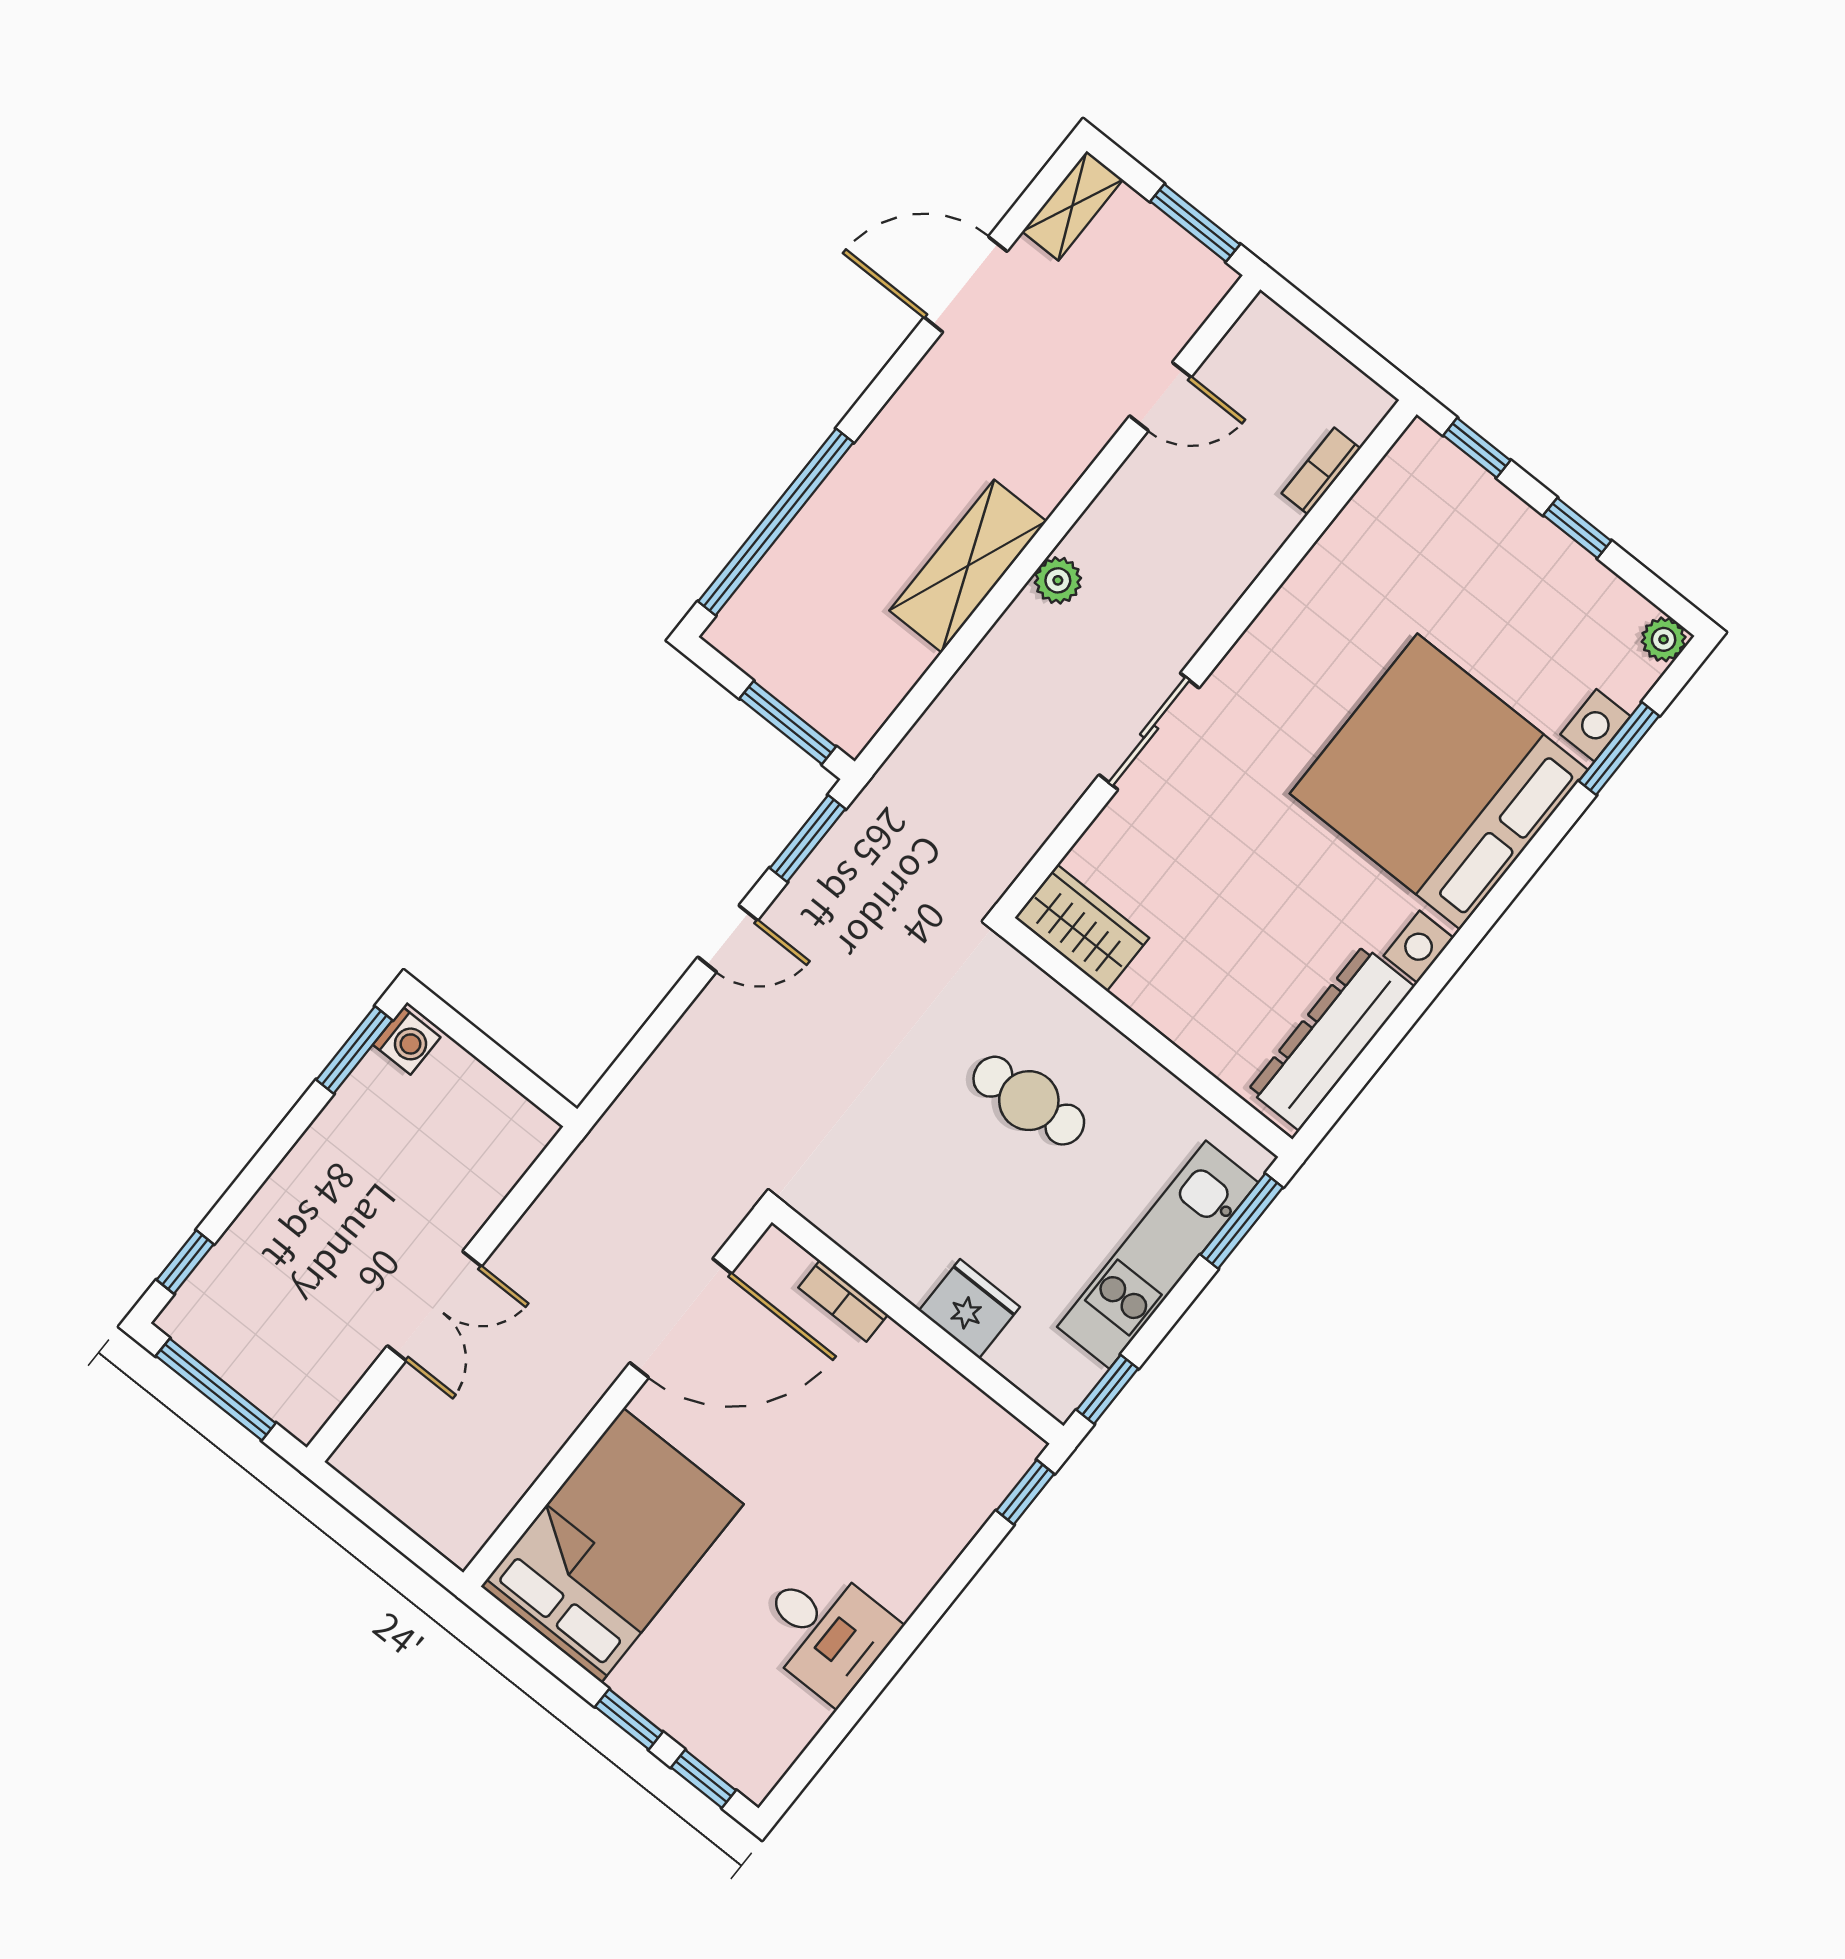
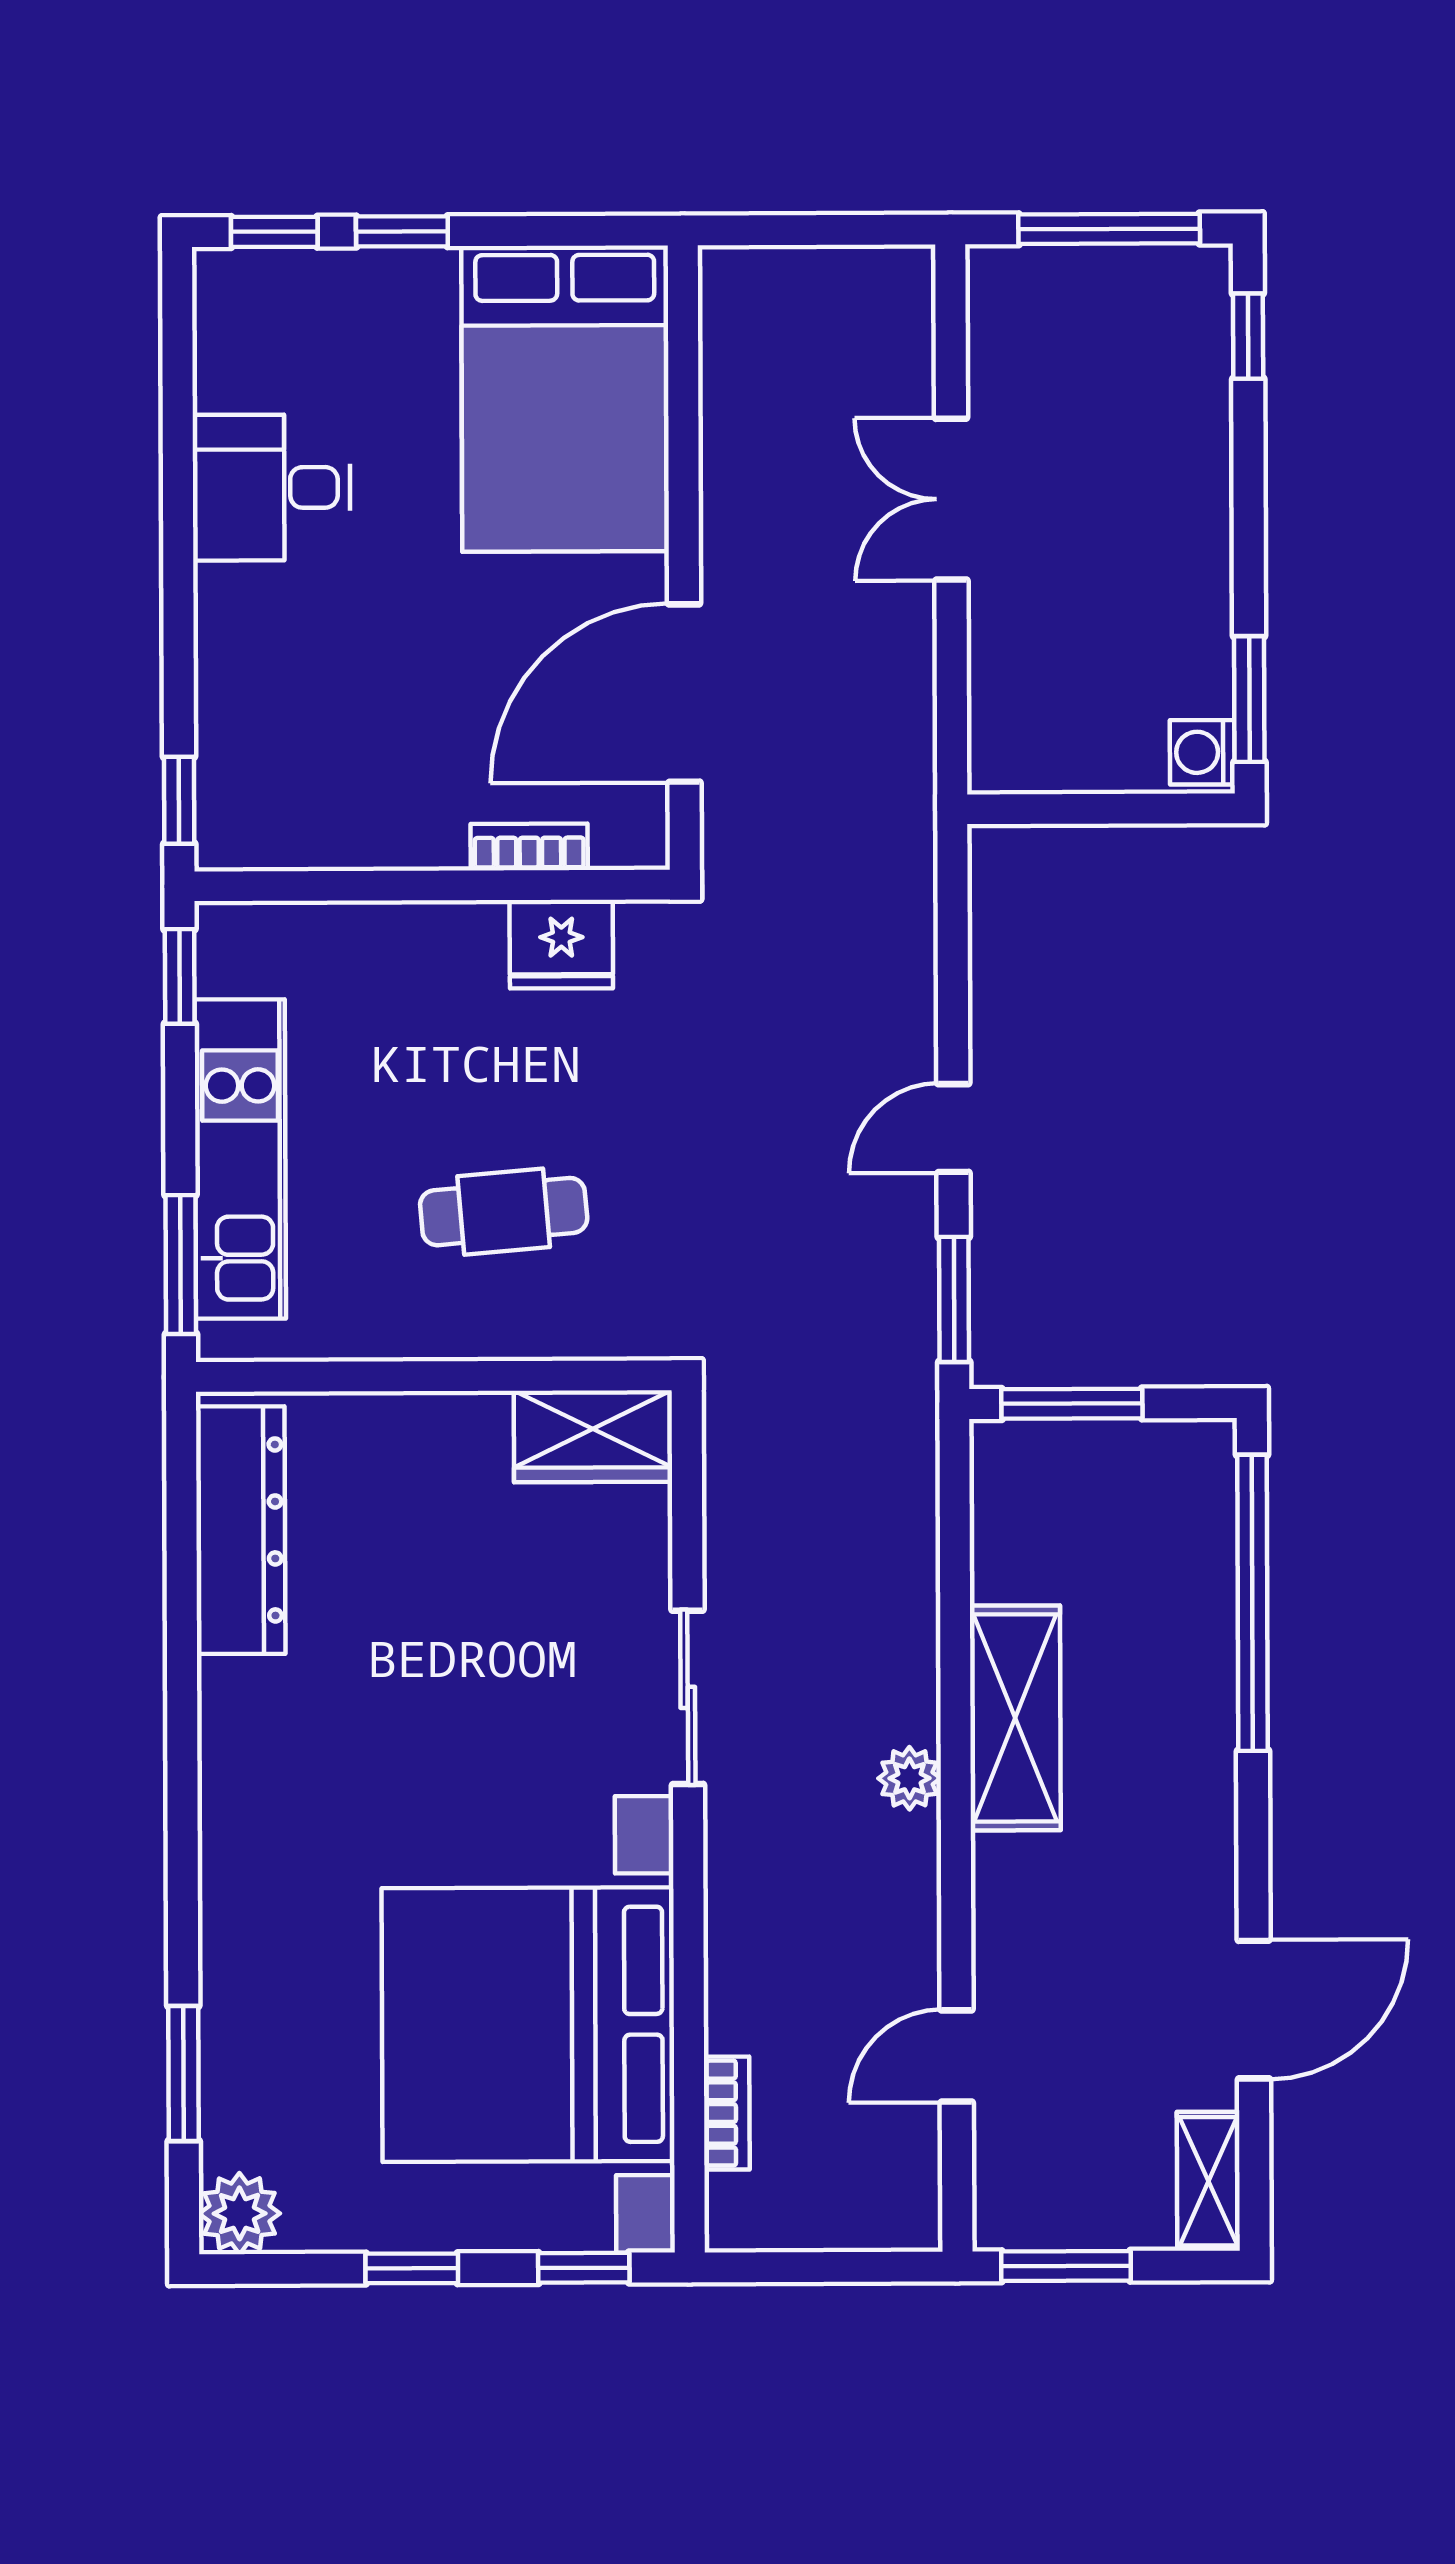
plant: (1664, 639) -> (240, 2213), width x1.38, depth x1.38
bed with nightstands: (1439, 782) -> (528, 2025), moved, turned 180
fridge: (969, 1309) -> (561, 944), moved

